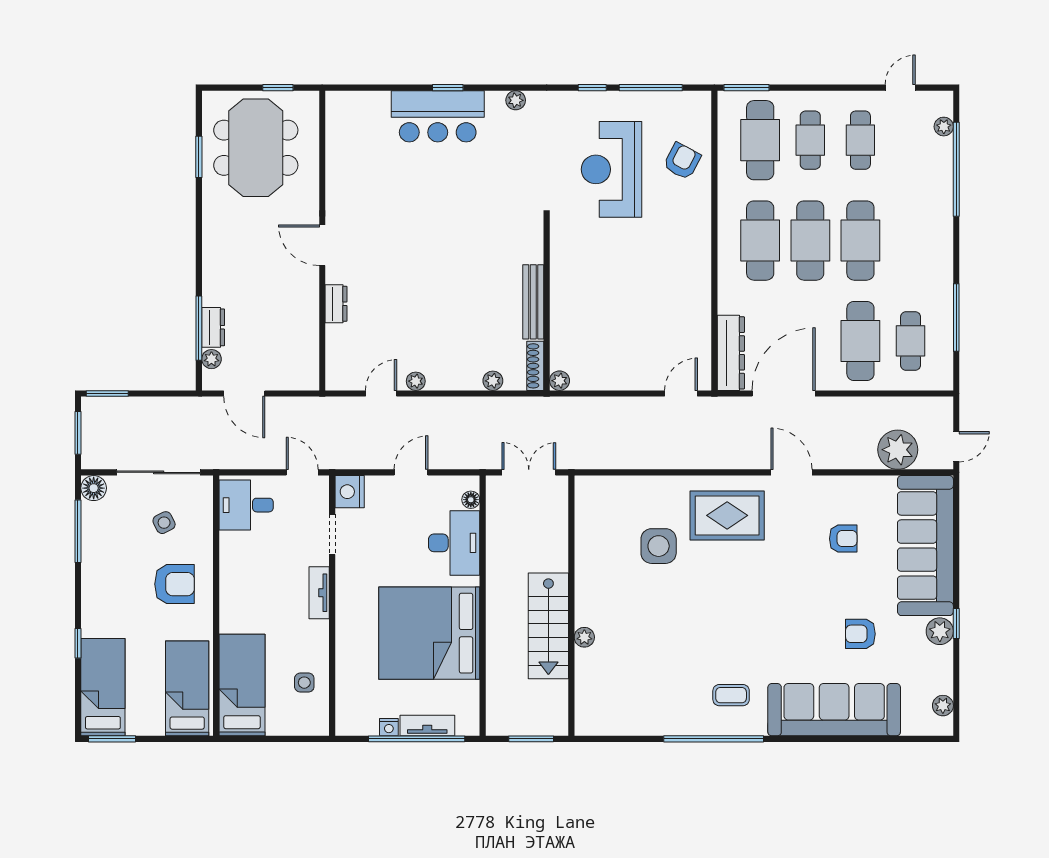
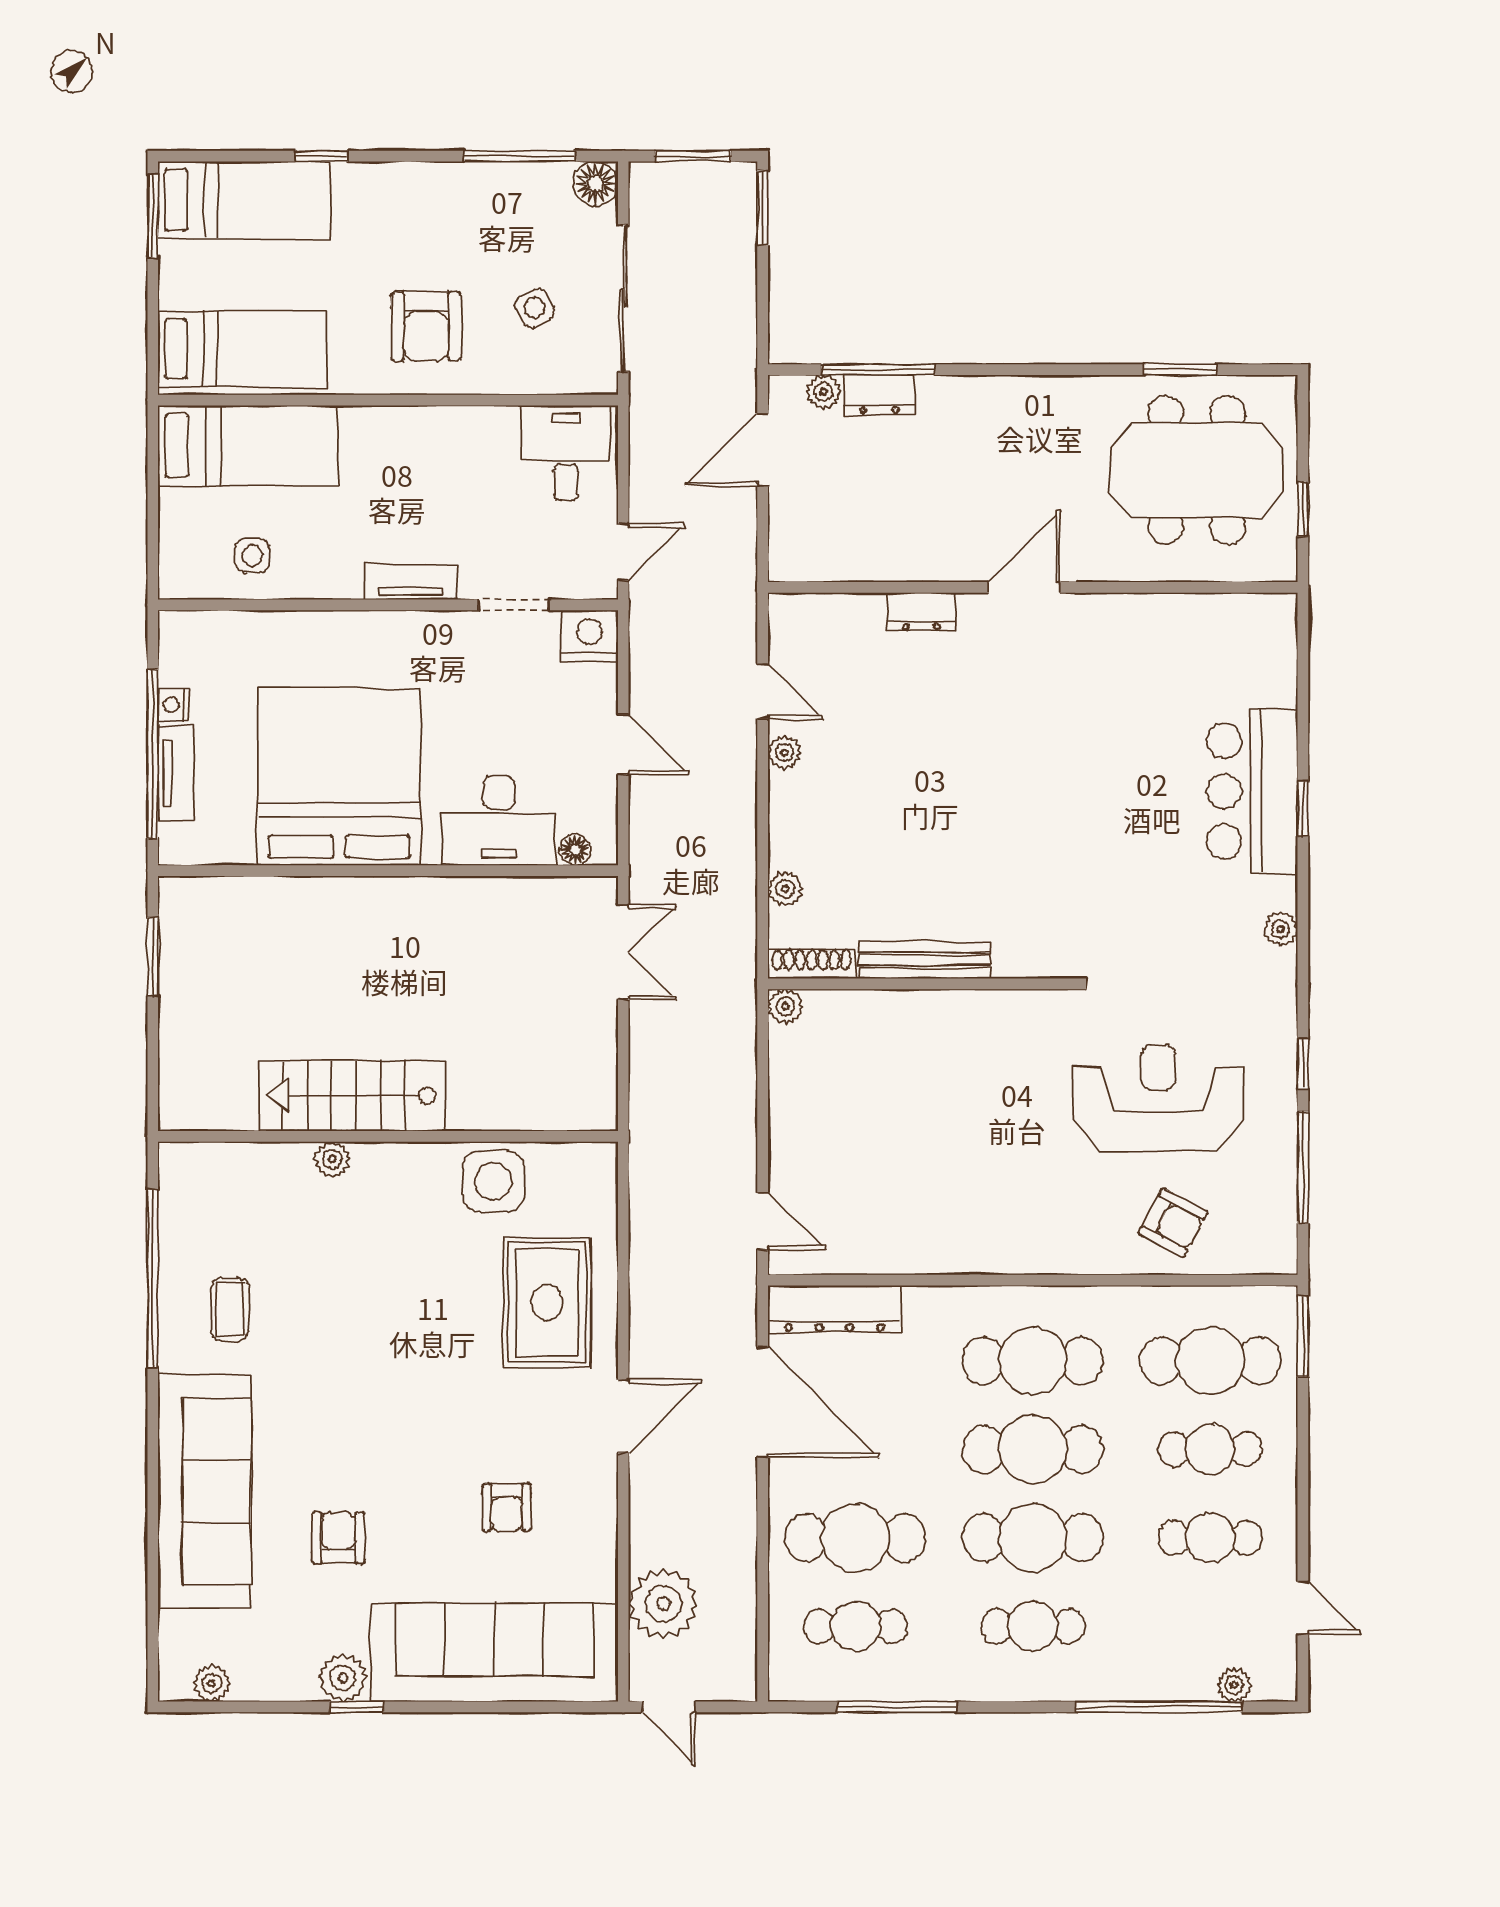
cafe table: (911, 241) -> (1033, 1626), added
wall: (571, 606) -> (388, 1136), moved
stairs: (548, 626) -> (352, 1096), moved
plant: (584, 637) -> (332, 1159), moved

